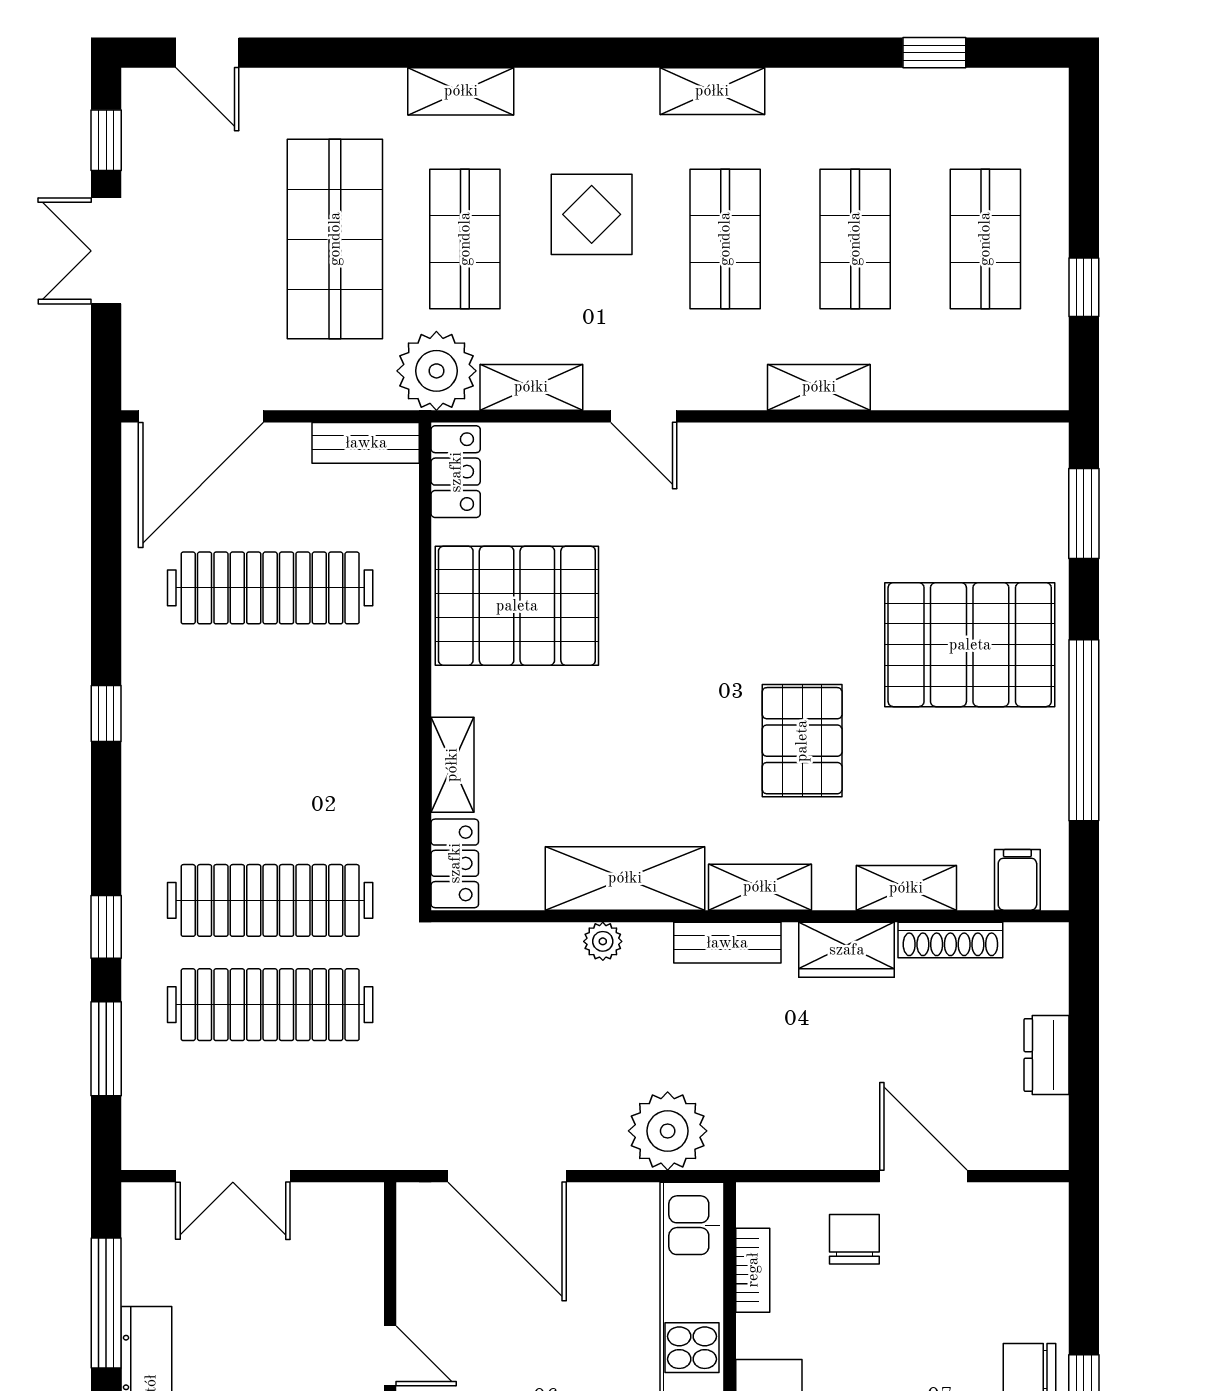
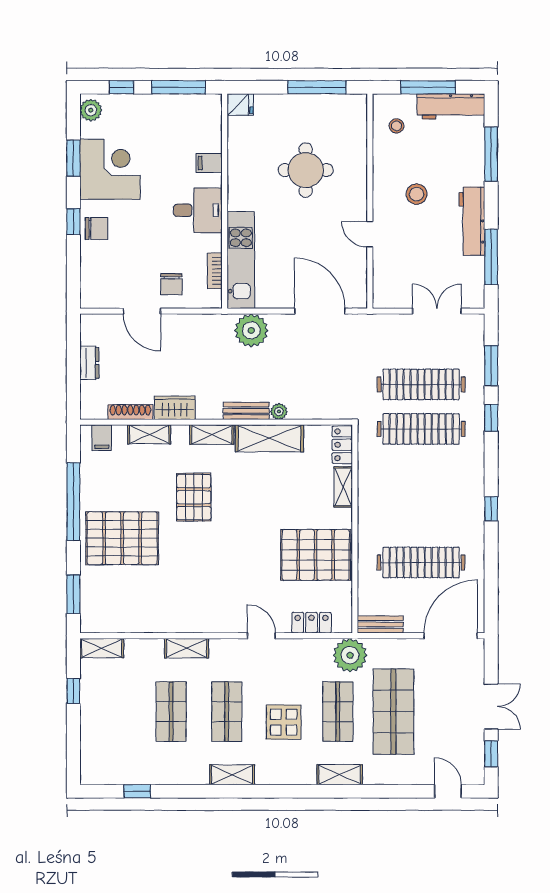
shop shelf: (985, 239) -> (115, 712), removed
shelving: (531, 387) -> (102, 648), moved
locker: (456, 472) -> (311, 623), moved, turned 90
bench: (727, 943) -> (246, 411), moved

